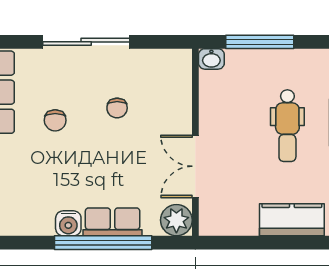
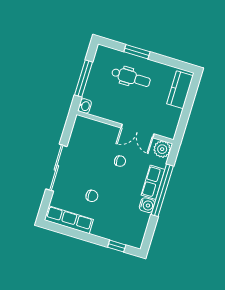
chair: (117, 108) -> (120, 161), moved

